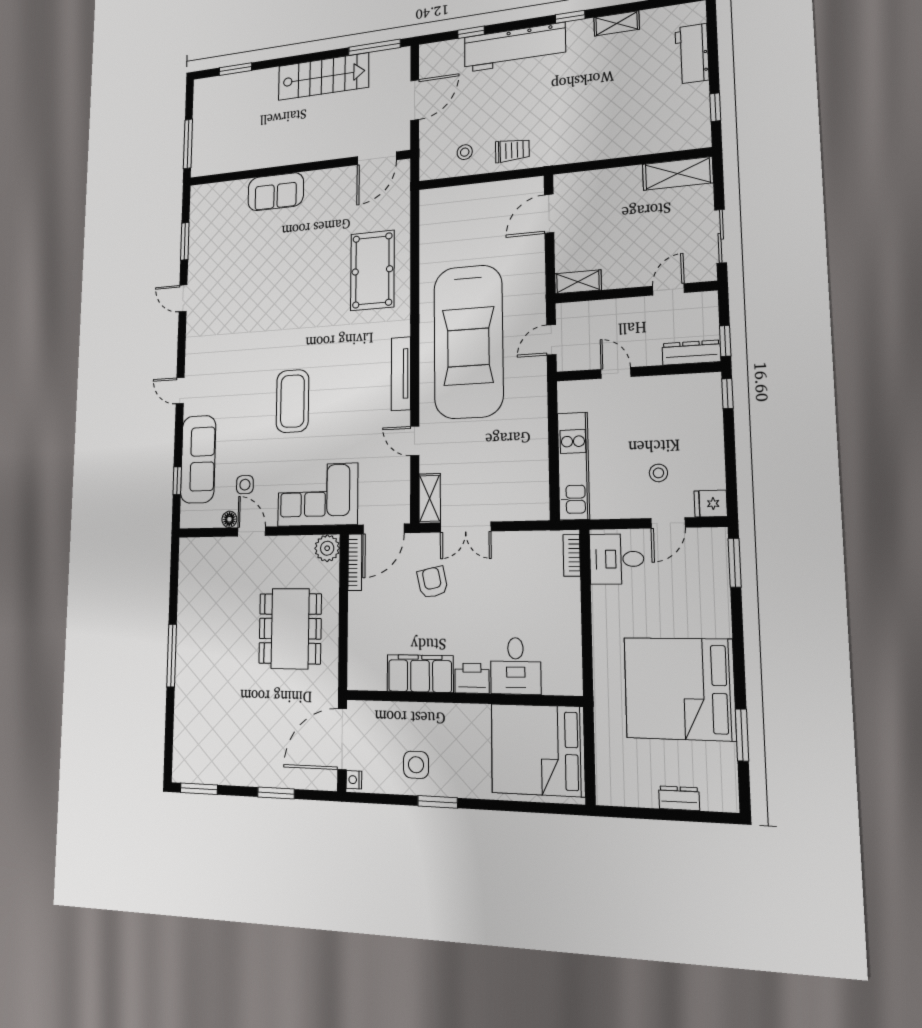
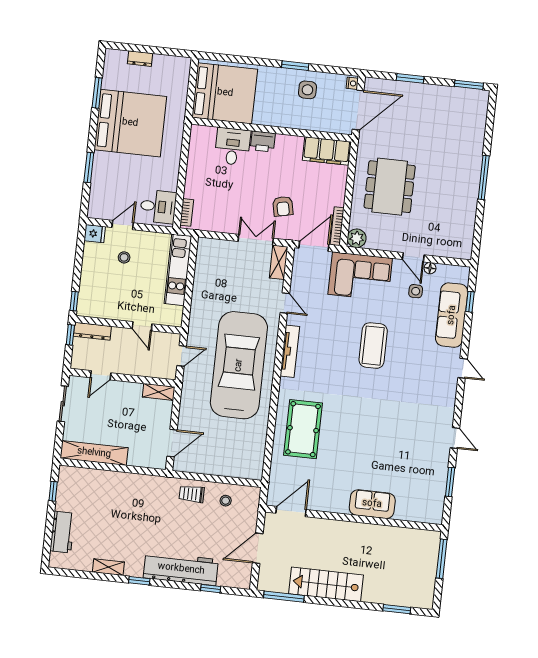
shelving: (678, 173) -> (94, 453), width x1.47
window: (735, 563) -> (89, 167), moved
filing cabinet: (420, 673) -> (327, 151), moved

